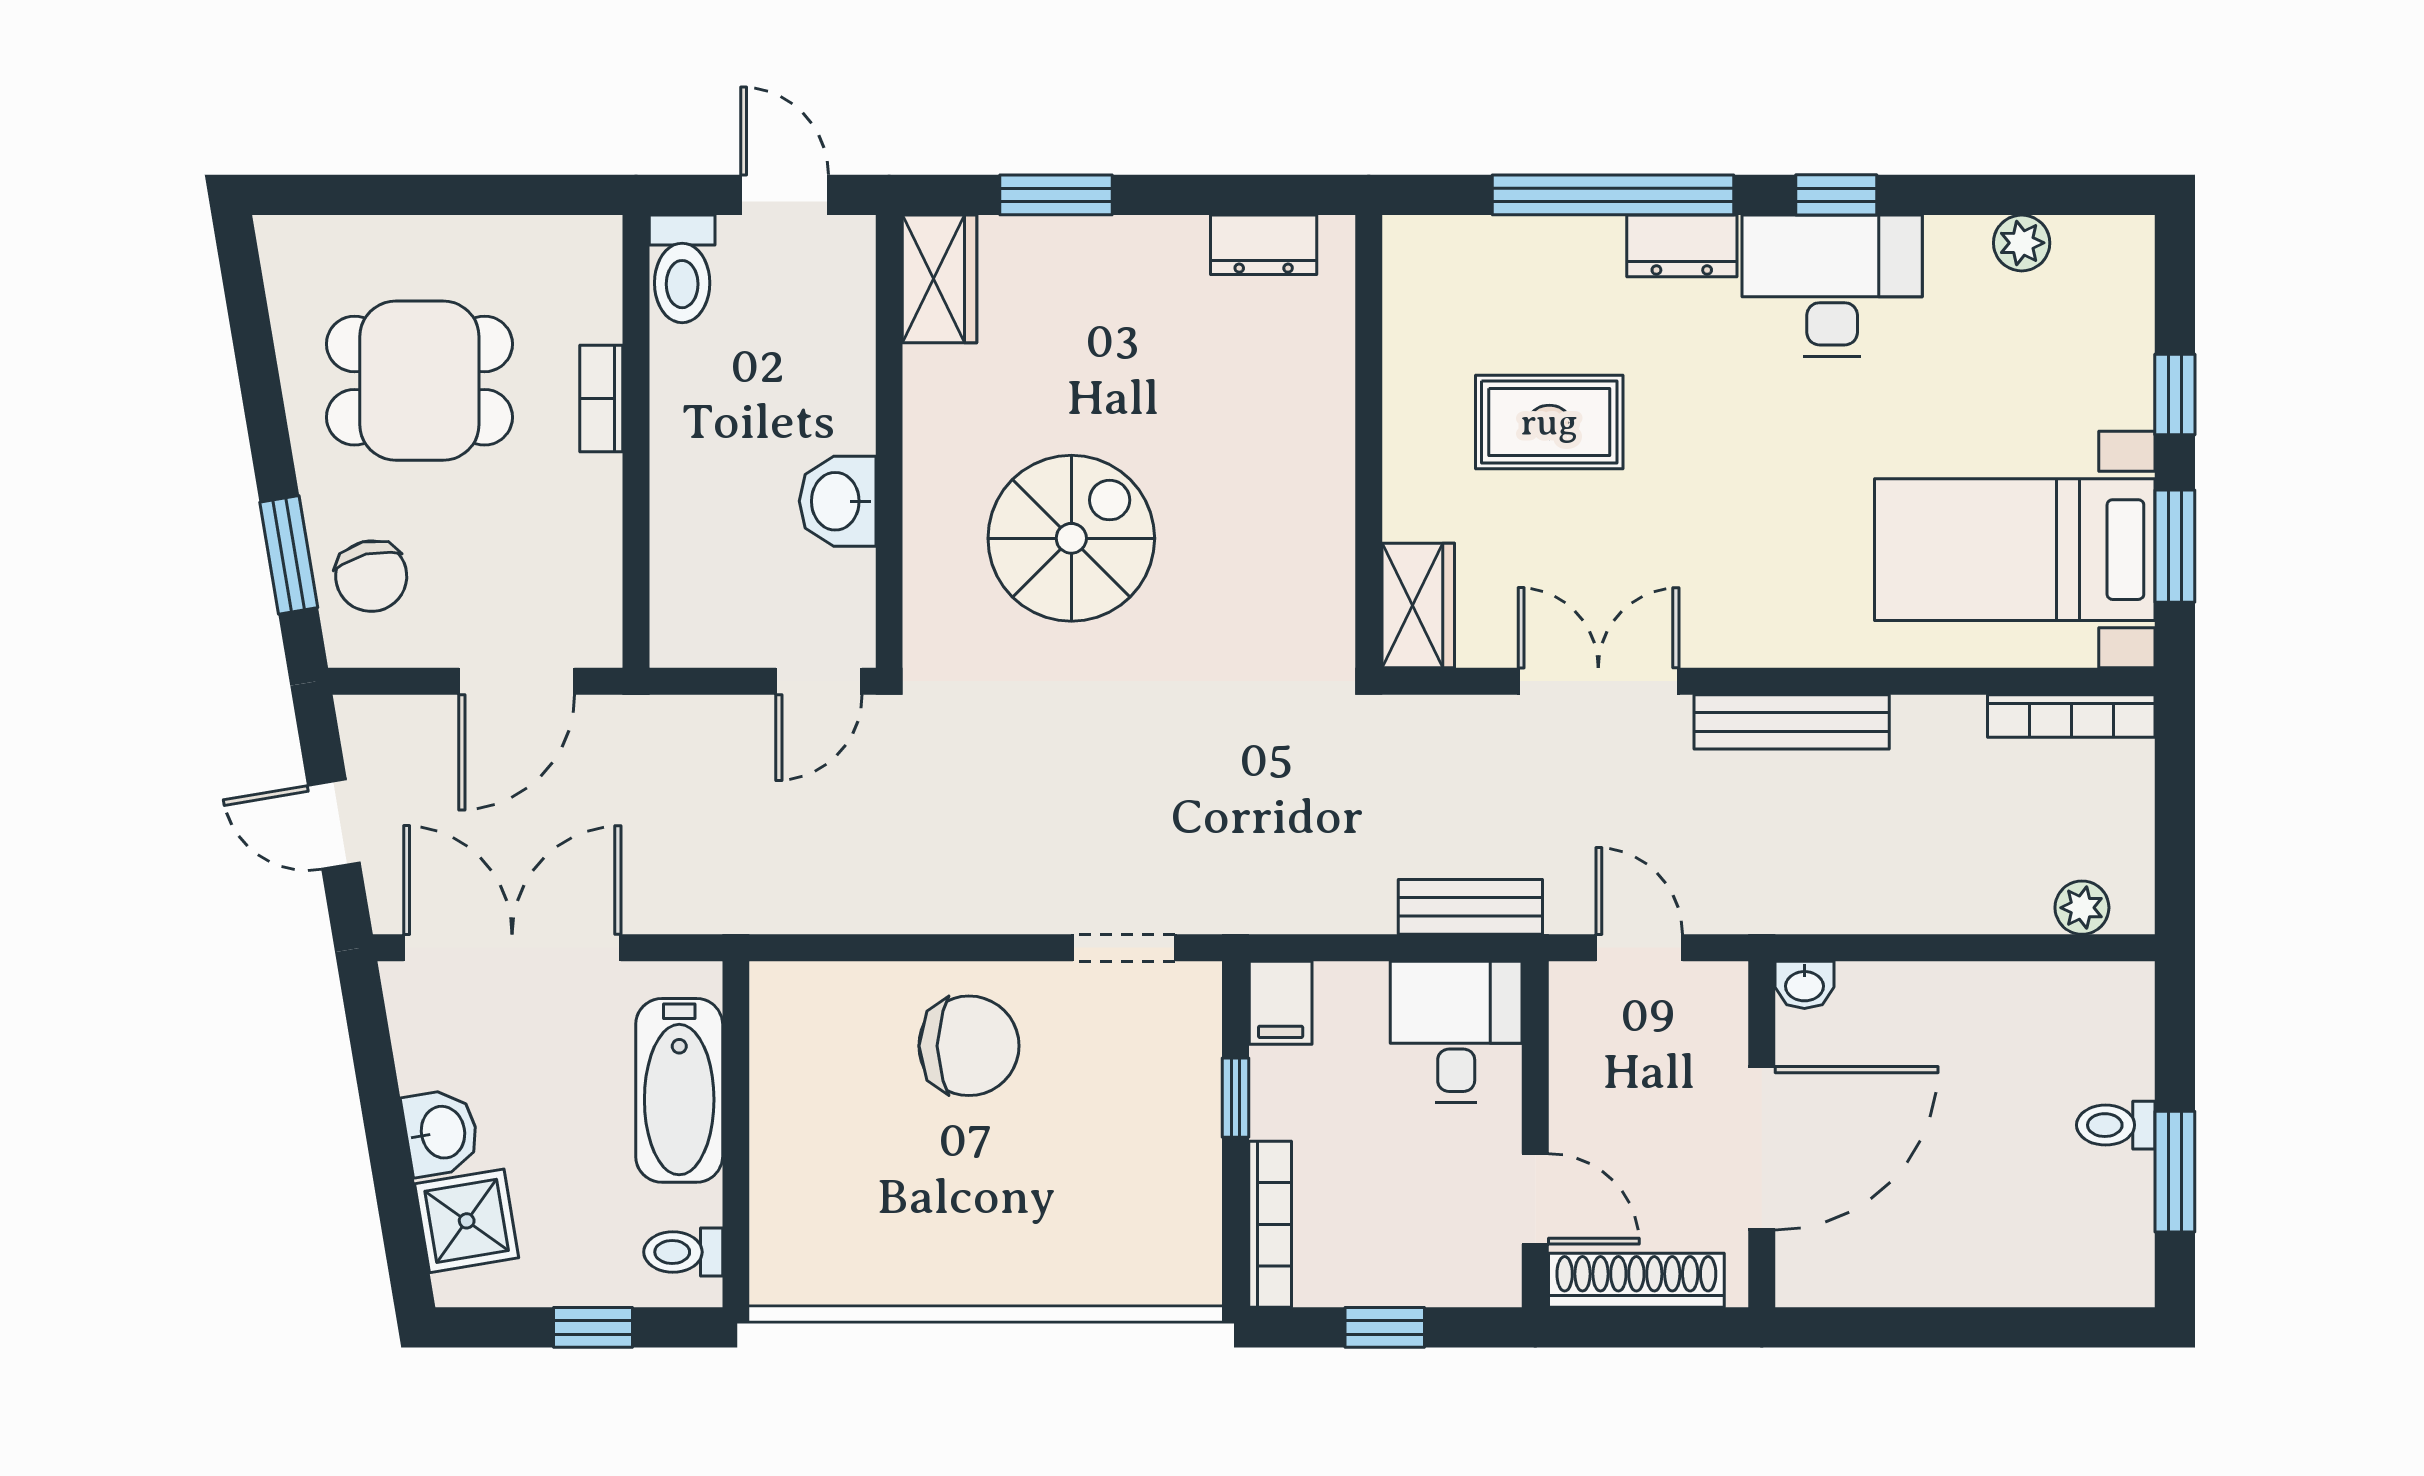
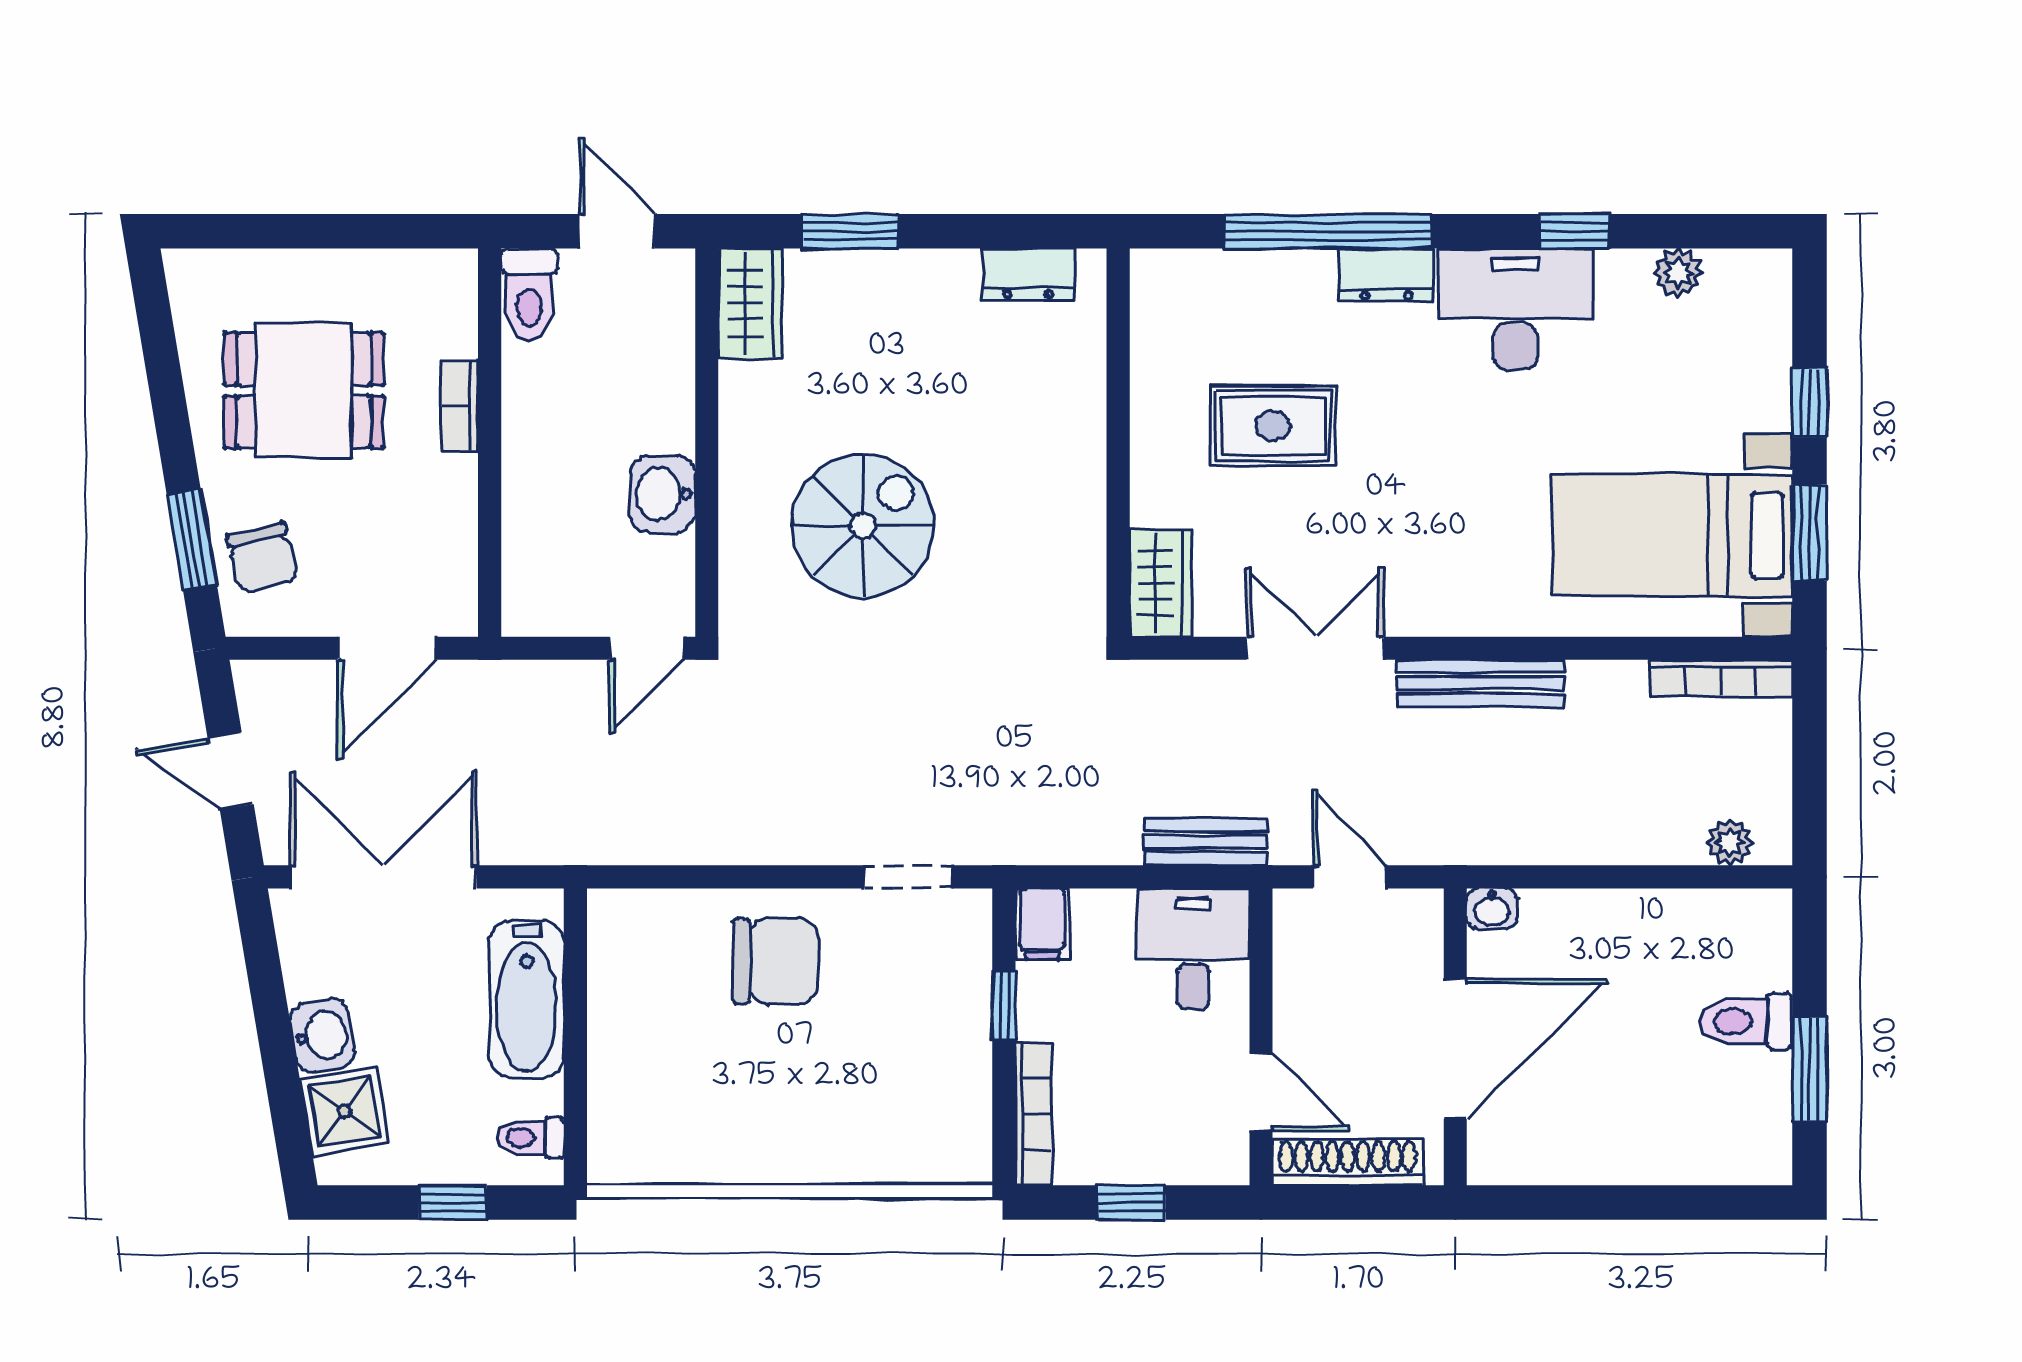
window: (1836, 195) -> (1574, 231), moved
toilet: (2116, 1125) -> (1746, 1021), width x1.37, depth x1.39

